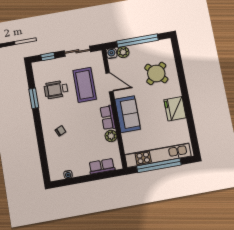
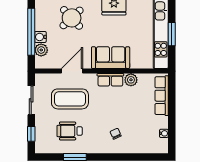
water cooler: (112, 53) -> (40, 37), moved
wheelchair: (56, 90) -> (70, 131), turned 90
window: (159, 165) -> (172, 34), width x0.47
row of seats: (102, 166) -> (162, 96), width x1.48

